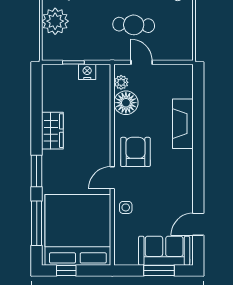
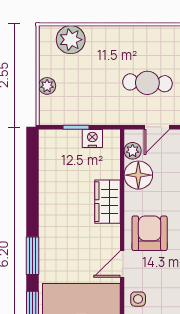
plant: (55, 21) -> (47, 86), width x0.53, depth x0.53
door: (142, 62) -> (157, 127), swing flipped
wardrobe: (52, 131) -> (107, 202), moved, turned 180

